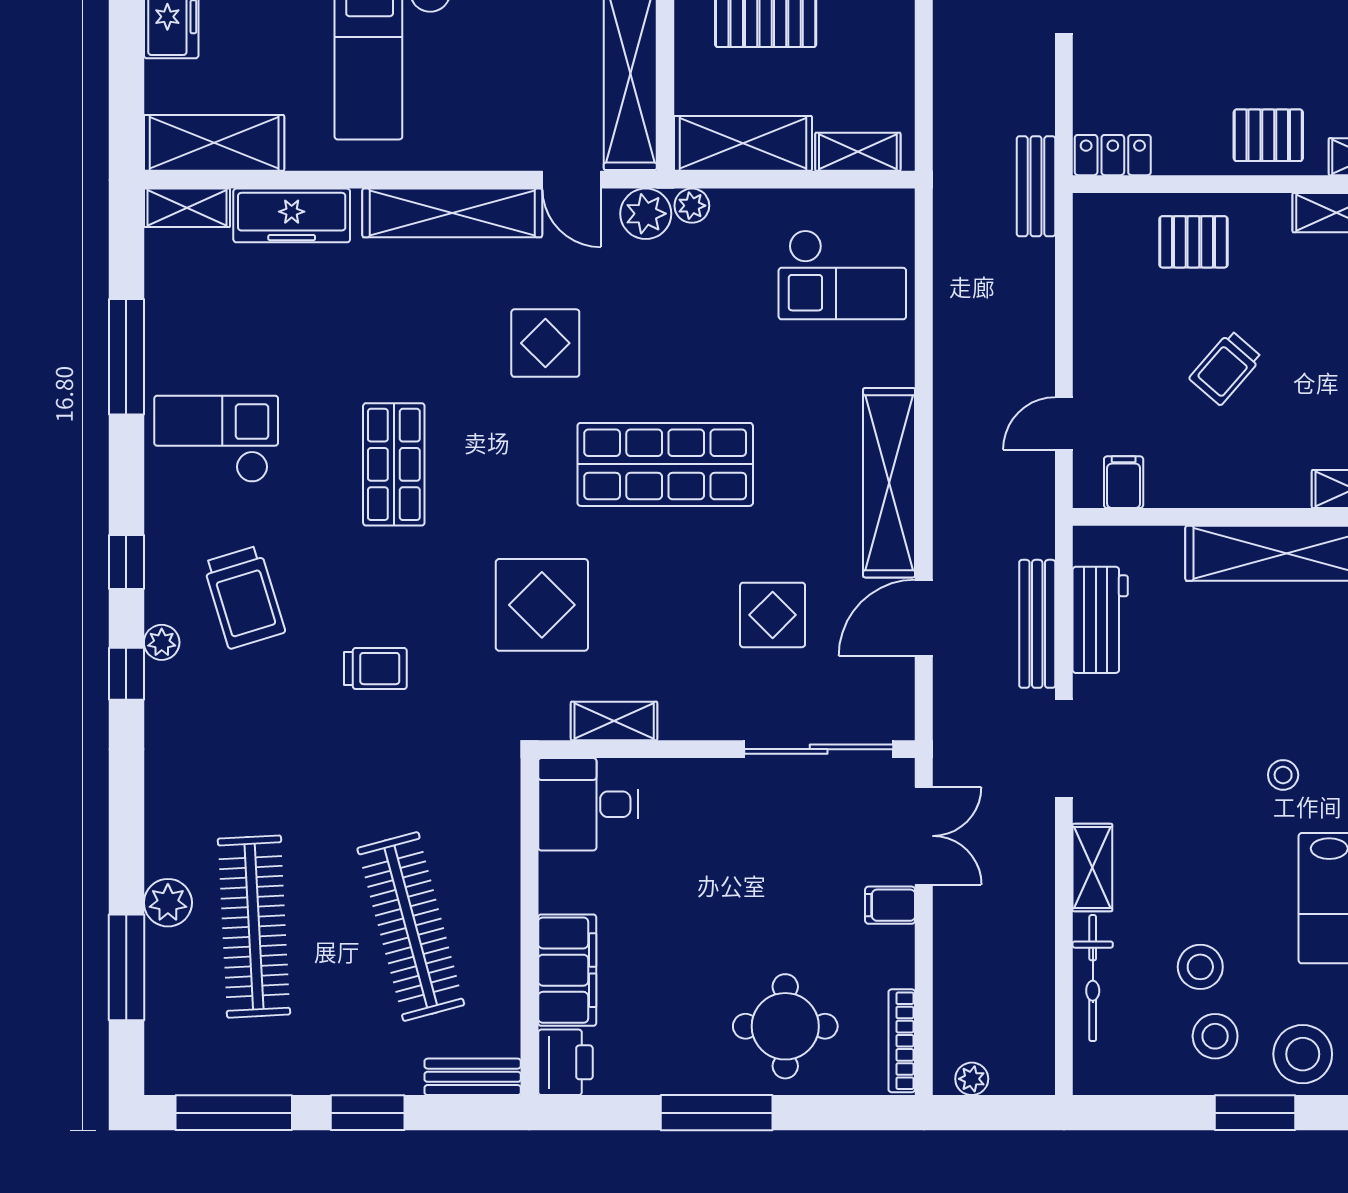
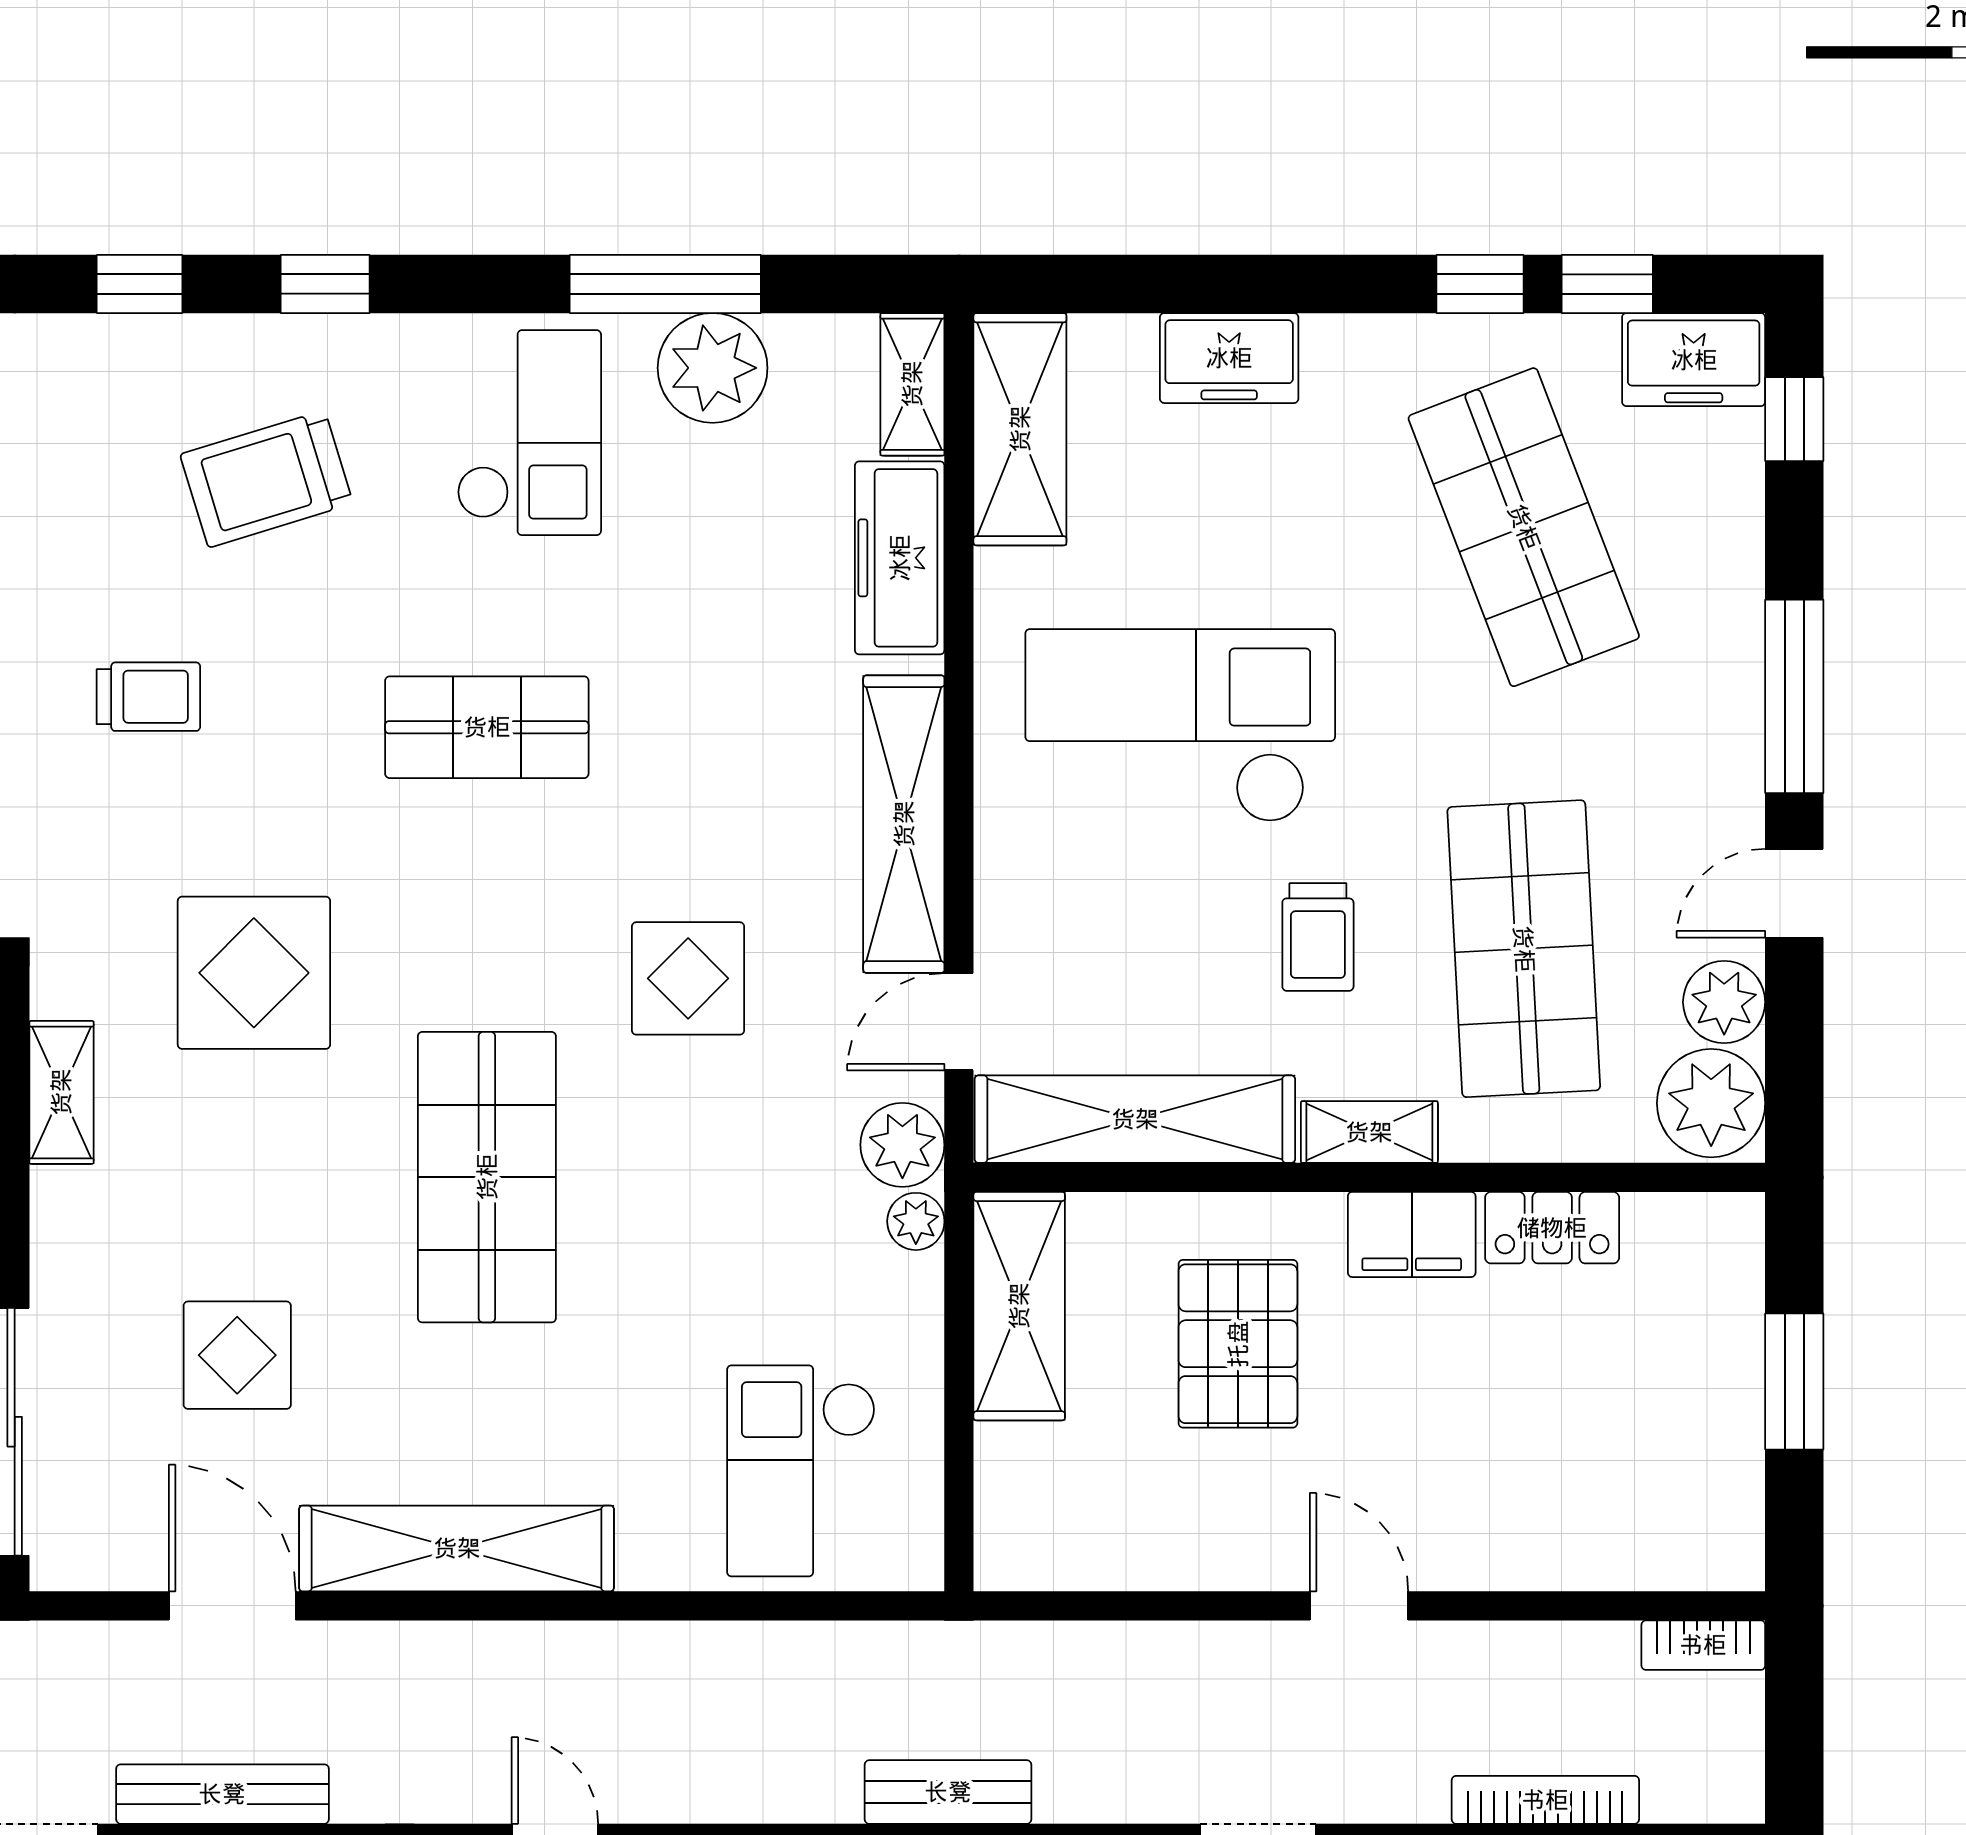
shelving: (858, 152) -> (1005, 1497), removed
plant: (162, 642) -> (713, 368), moved, width x1.87, depth x1.87
trolley: (375, 669) -> (148, 697), turned -90

